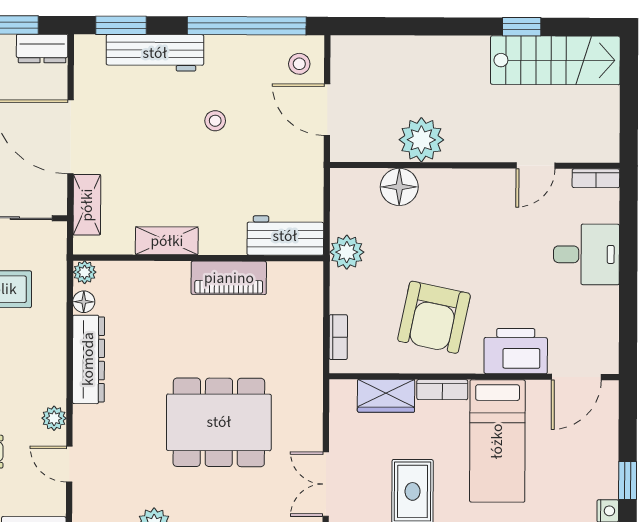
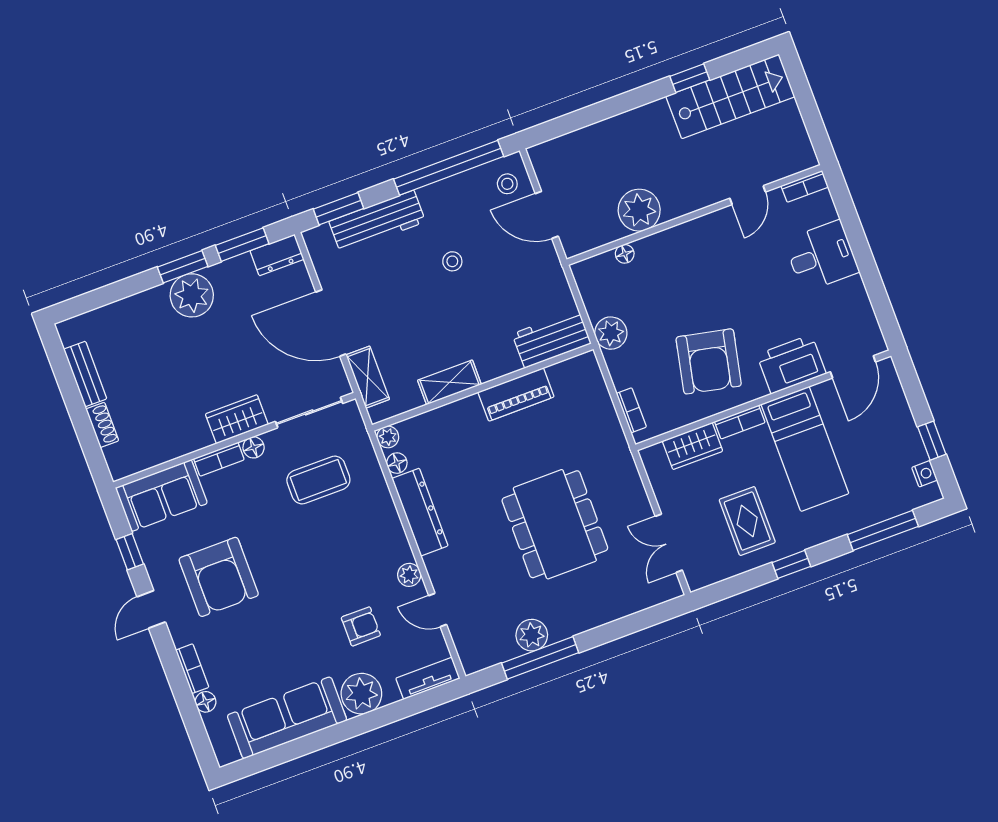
floor lamp: (399, 187) -> (625, 254), width x0.53, depth x0.53
dining table: (219, 422) -> (555, 524), turned 90

